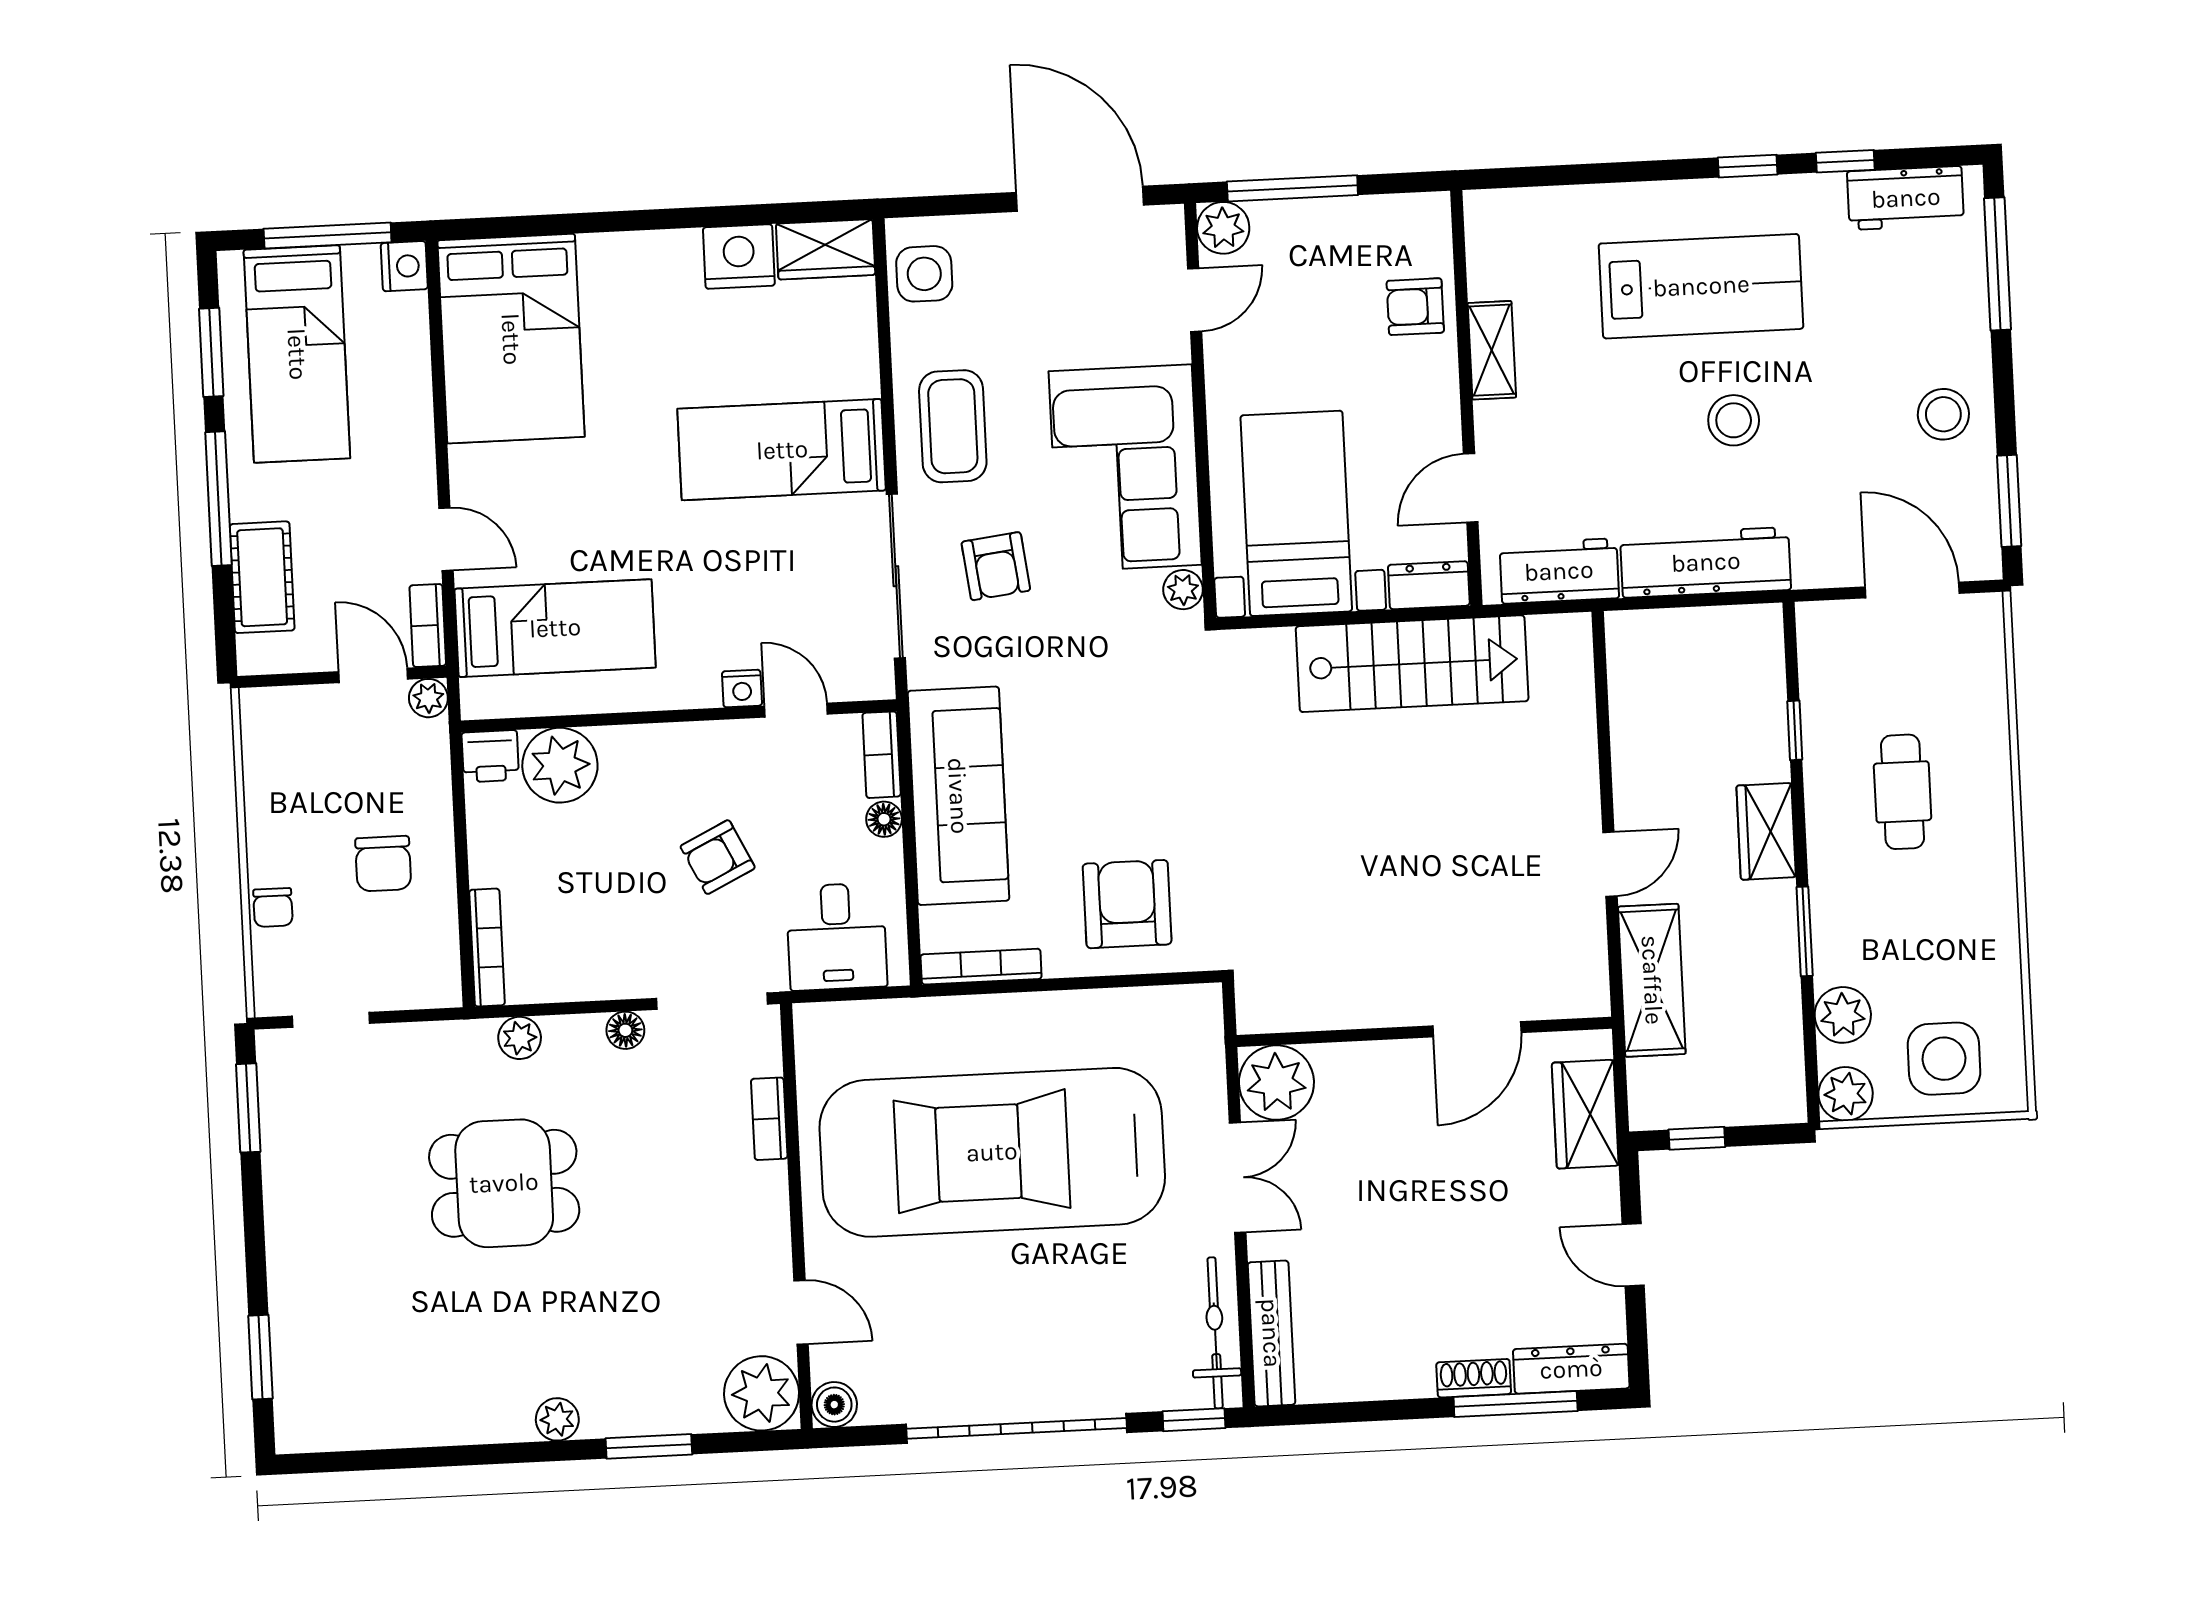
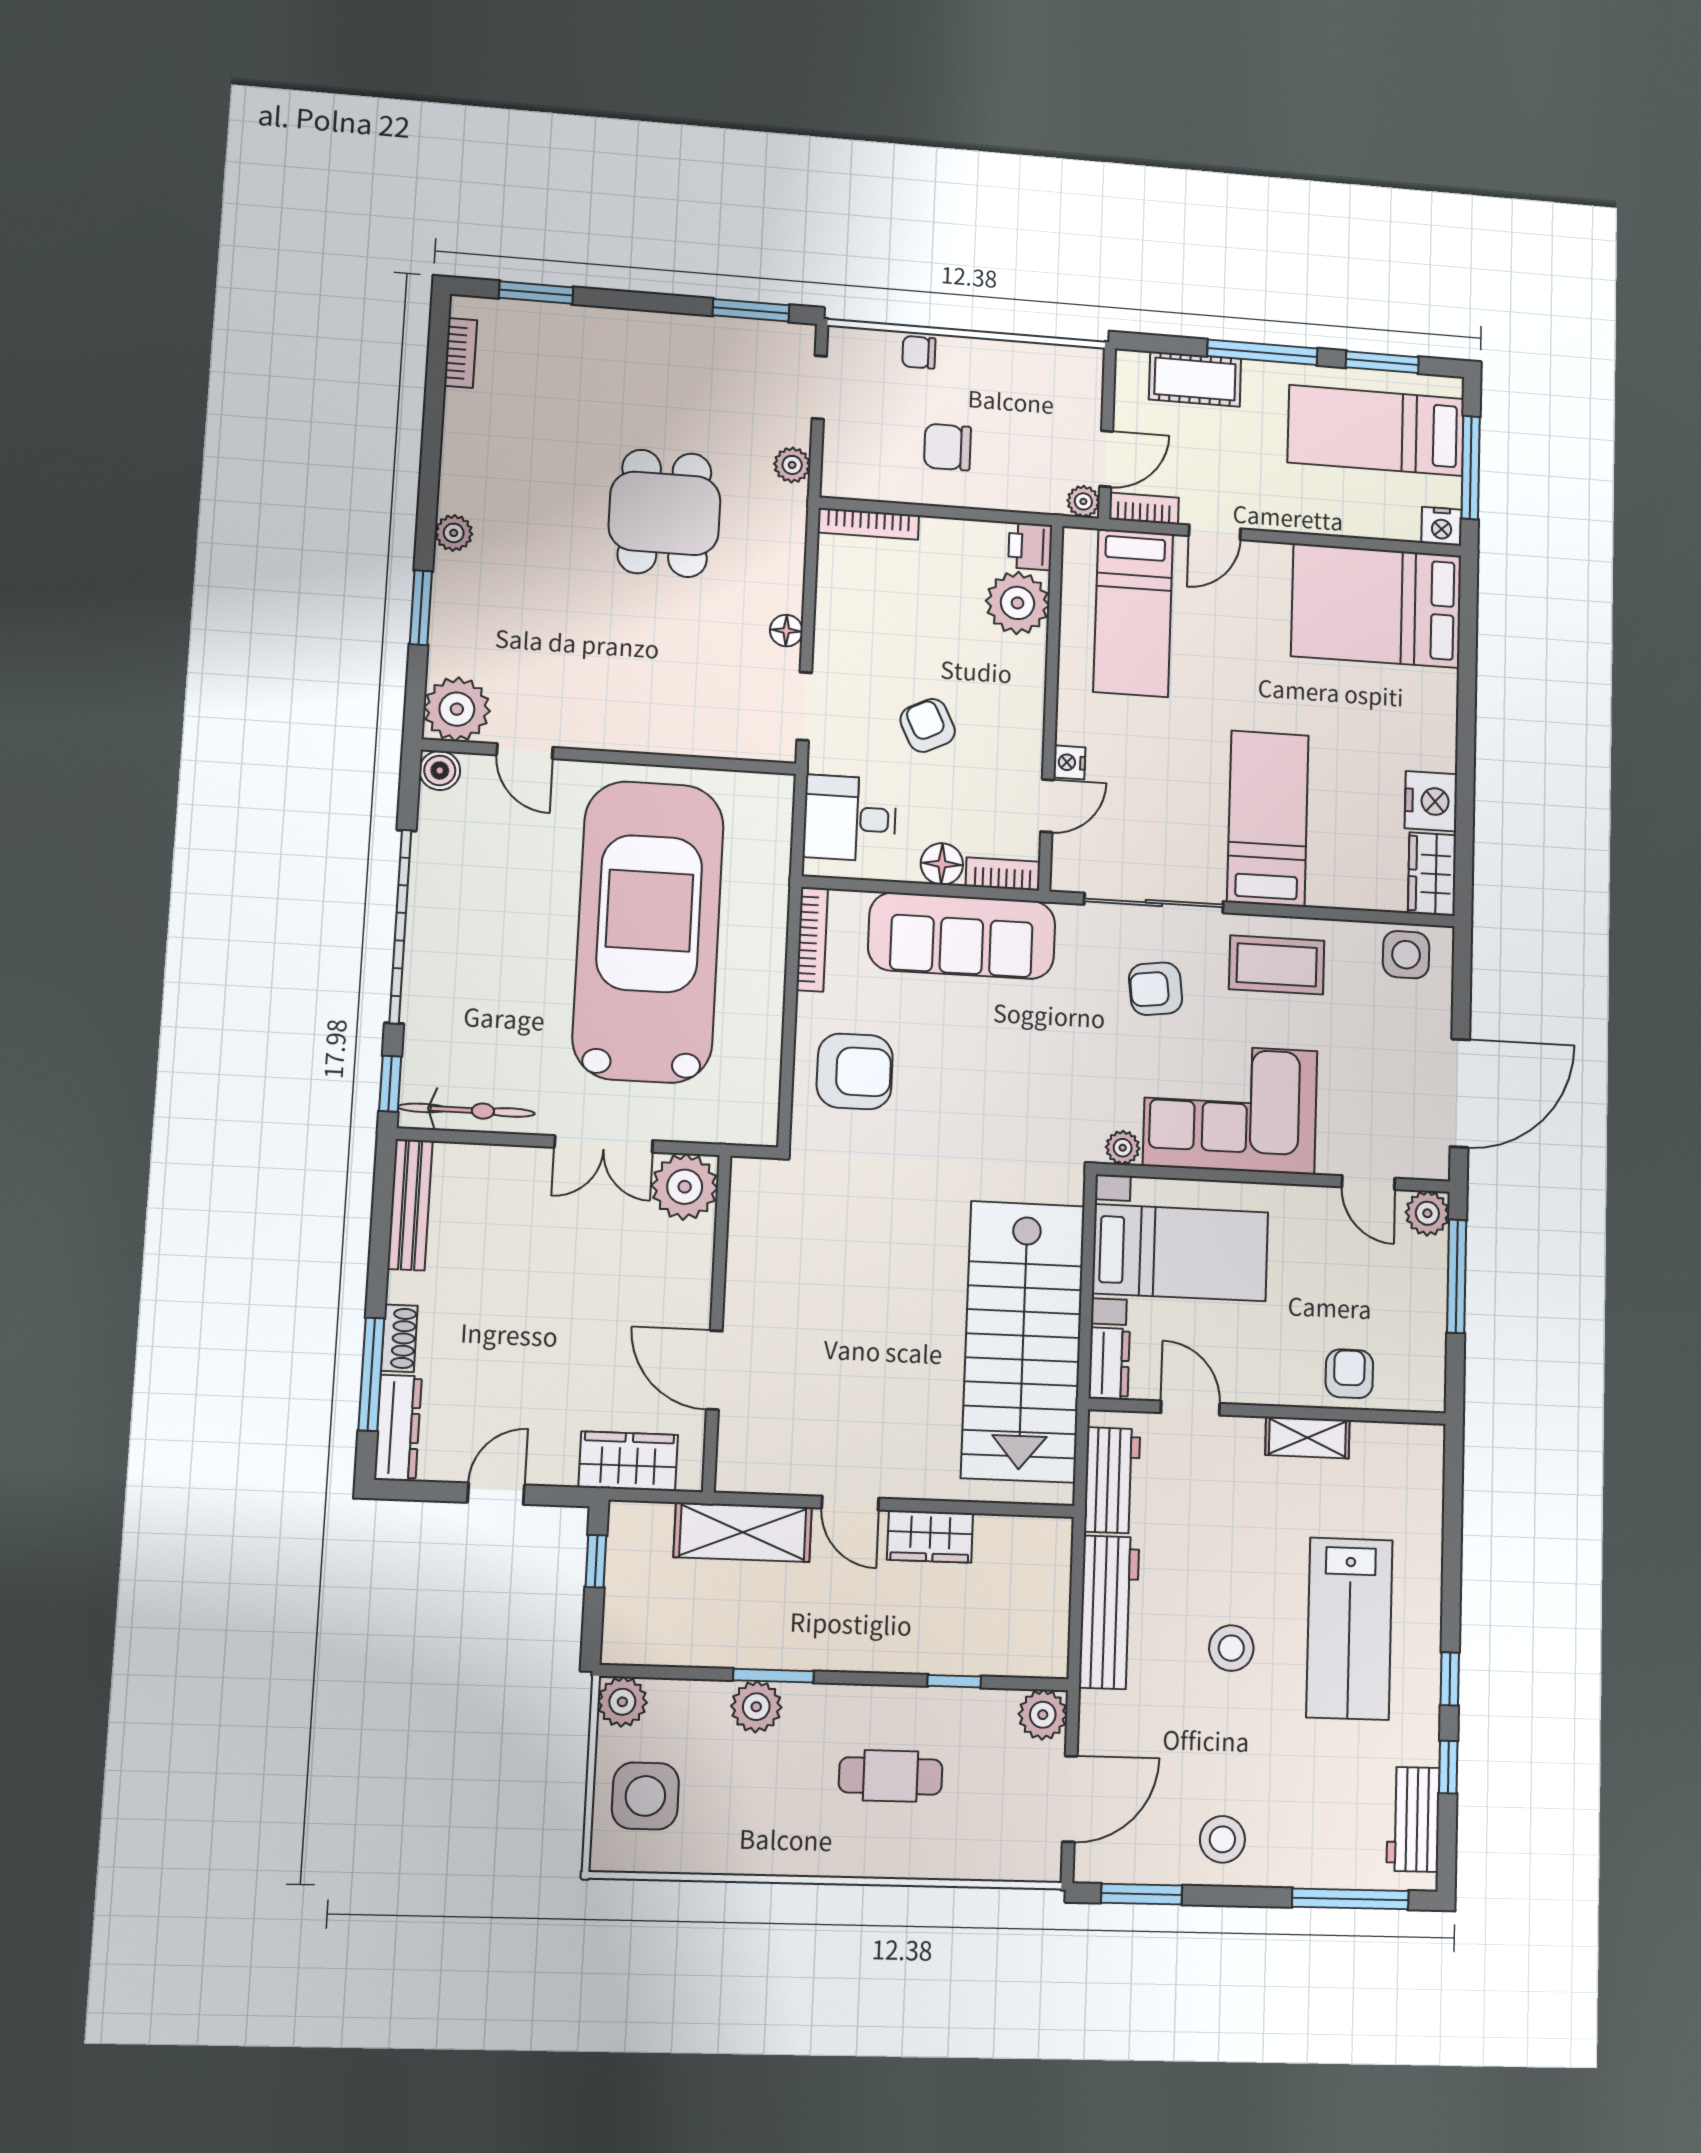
plant: (1823, 628) -> (1043, 1715), added
stairs: (1412, 664) -> (1023, 1341), width x1.36, depth x1.51
floor lamp: (884, 819) -> (942, 864), width x1.37, depth x1.37
wardrobe: (1766, 831) -> (930, 1536), moved, turned 180
doorway: (712, 1001) -> (804, 706), width x0.73
plant: (1843, 1015) -> (756, 1707), moved
plant: (520, 1038) -> (792, 465), moved
bookcase: (769, 1119) -> (461, 353), moved, turned 90
door: (801, 1312) -> (525, 751), hinge flipped
bench: (1271, 1333) -> (410, 1205), moved, turned 90

